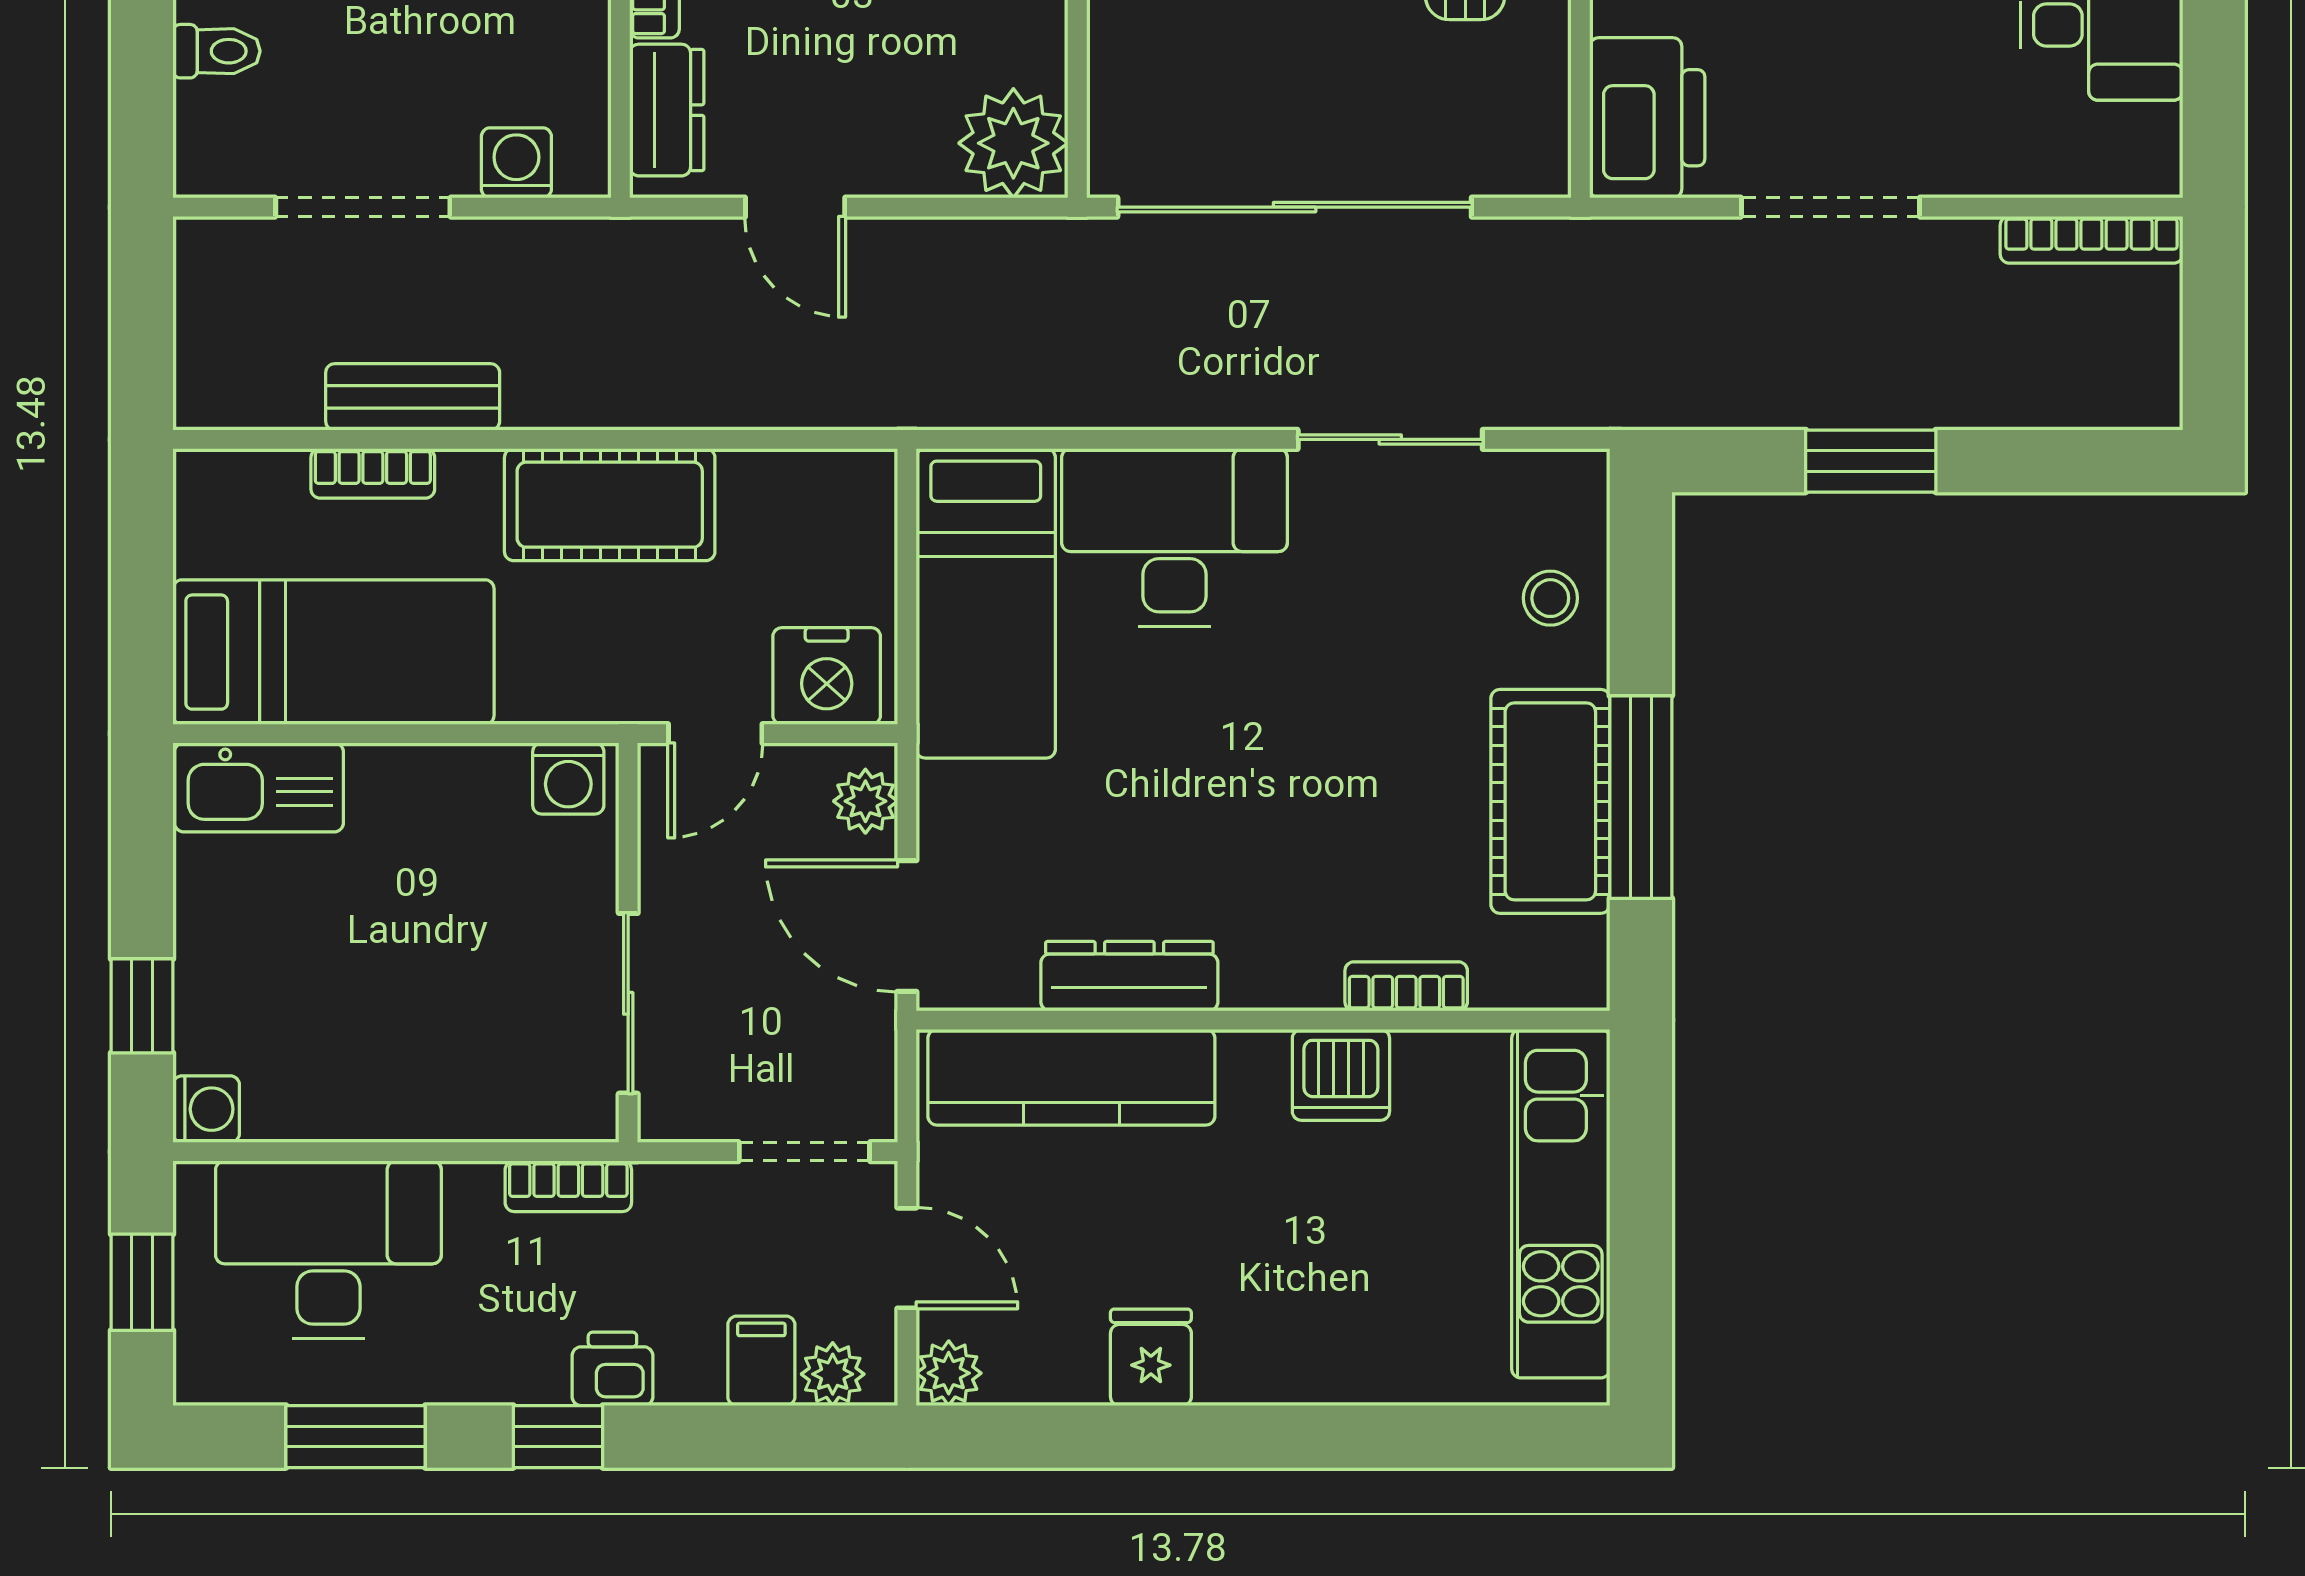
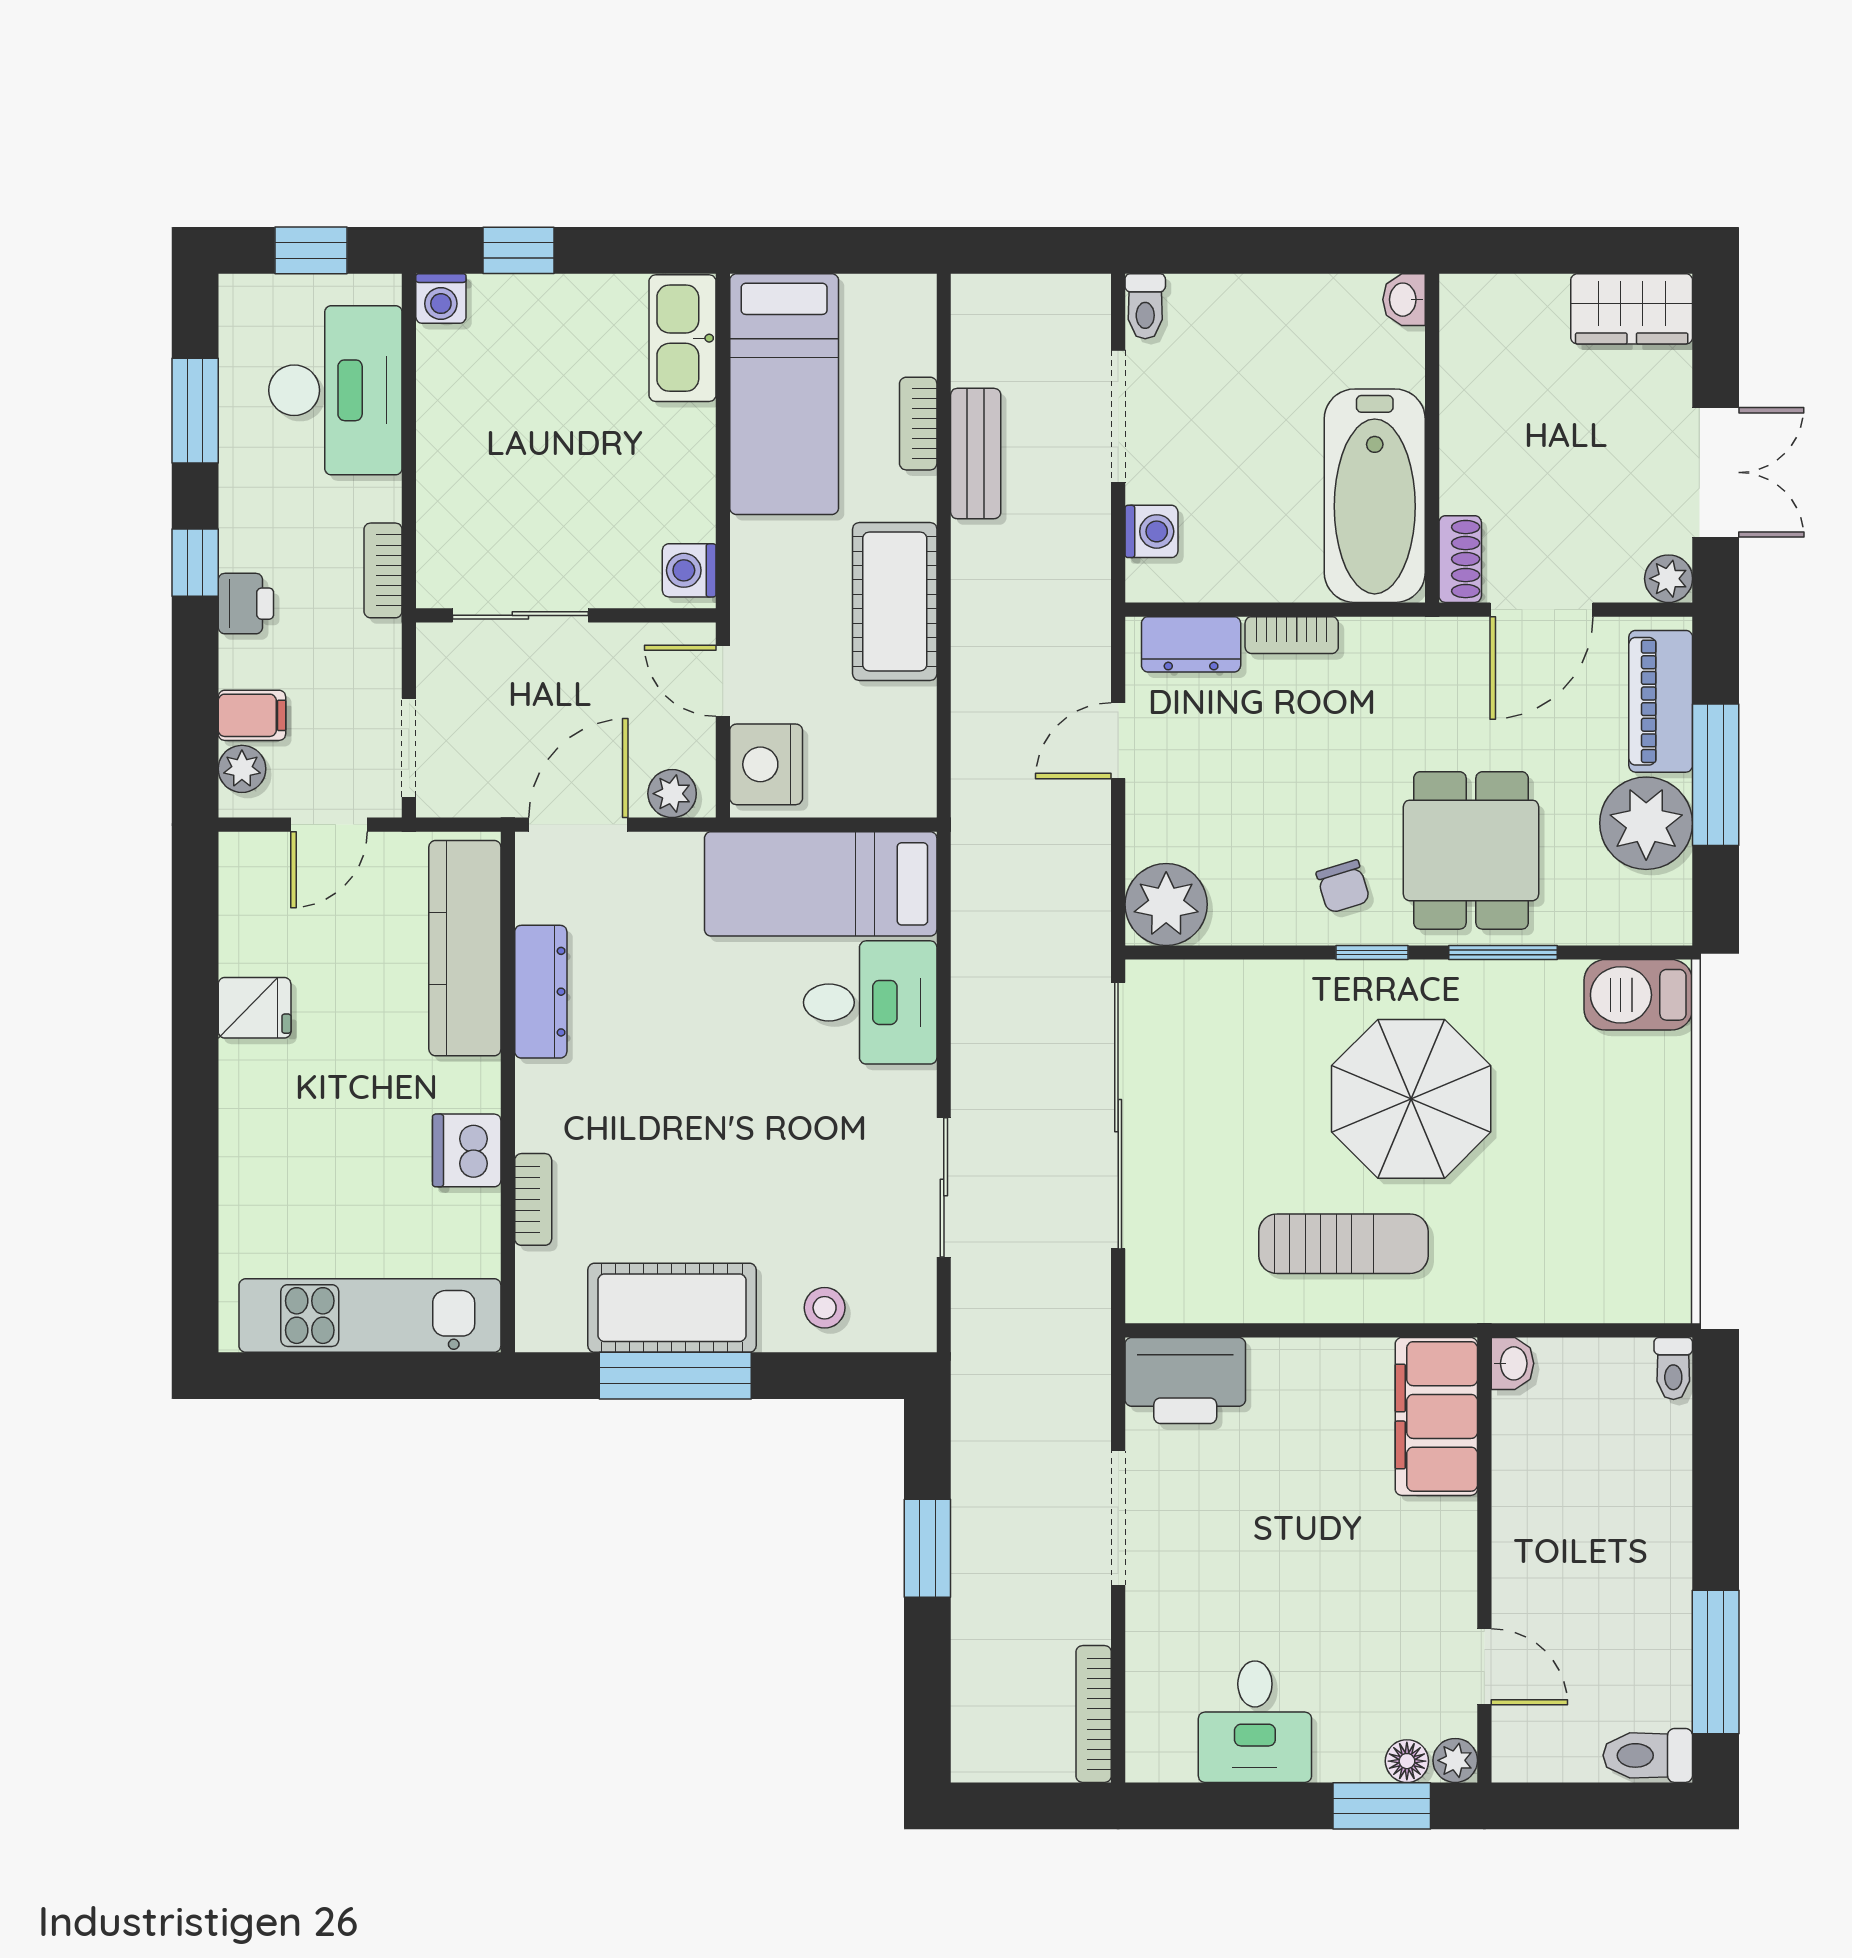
toilet: (217, 51) -> (1145, 306), moved
desk: (1174, 537) -> (870, 1002), width x0.73
plant: (949, 1373) -> (243, 856), removed

